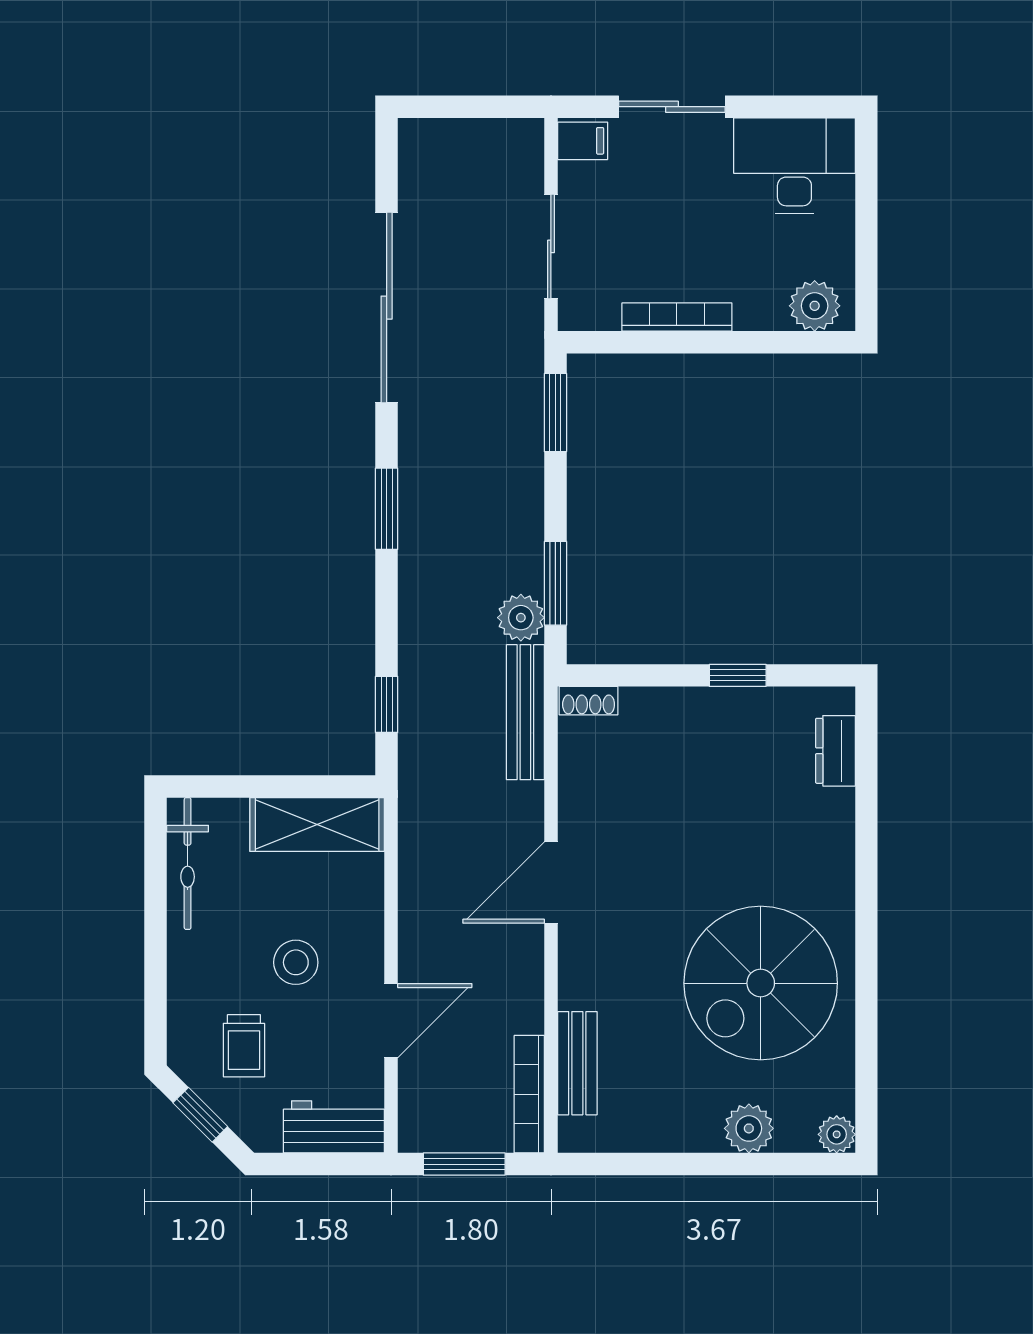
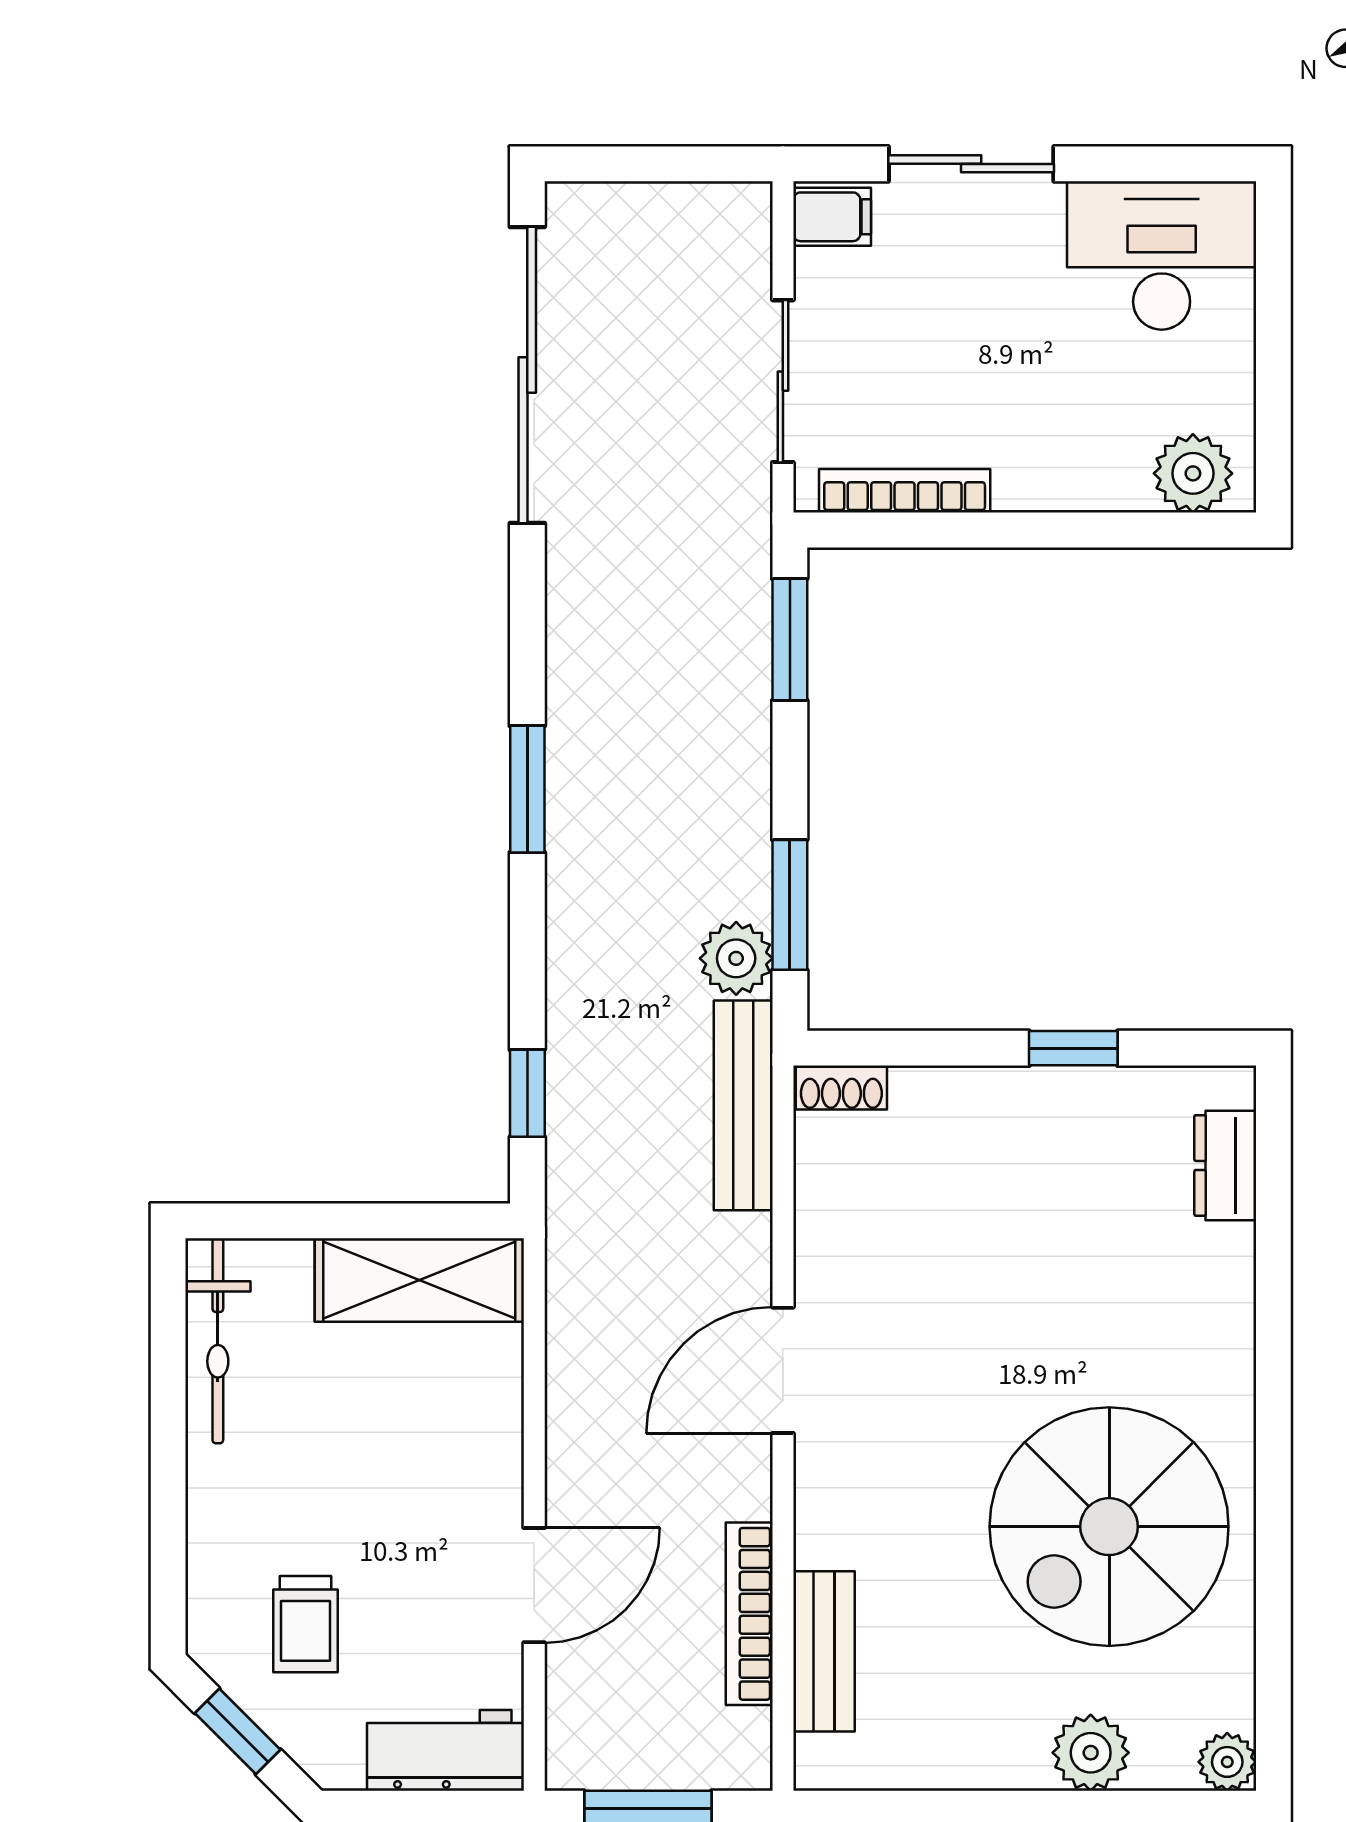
sliding door: (387, 308) -> (527, 375), moved
bookcase: (677, 317) -> (905, 491), moved
stool: (296, 962) -> (386, 1494), removed
bookcase: (529, 1094) -> (749, 1614), moved

